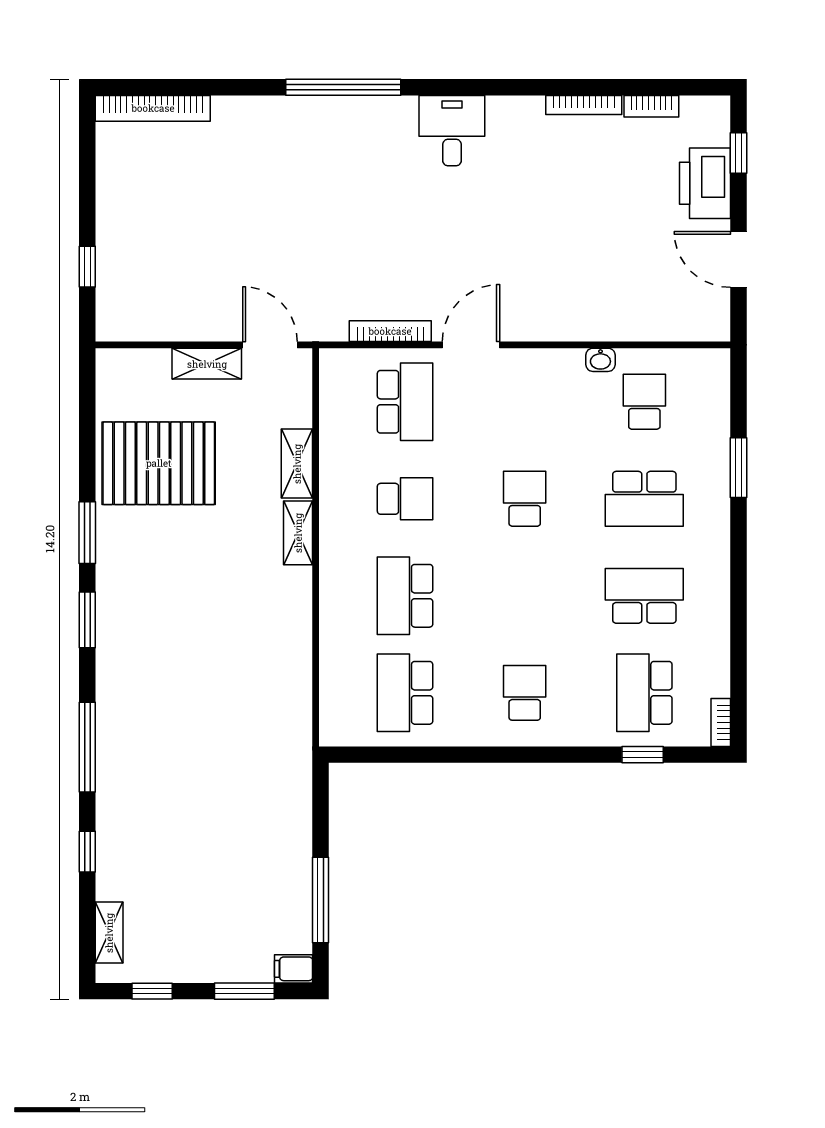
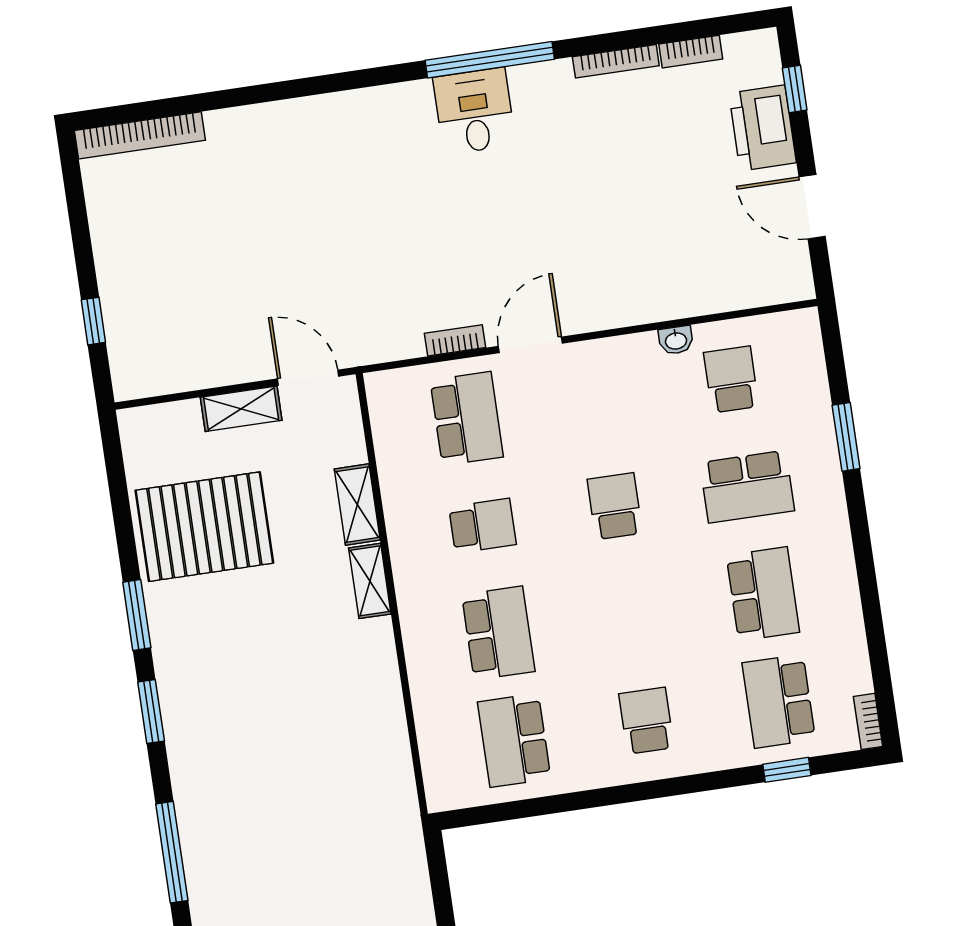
window: (343, 87) -> (490, 60), moved
bookcase: (390, 331) -> (455, 340), width x0.64
school desk: (405, 596) -> (498, 633), turned 180
school desk: (644, 596) -> (763, 594), turned 90

